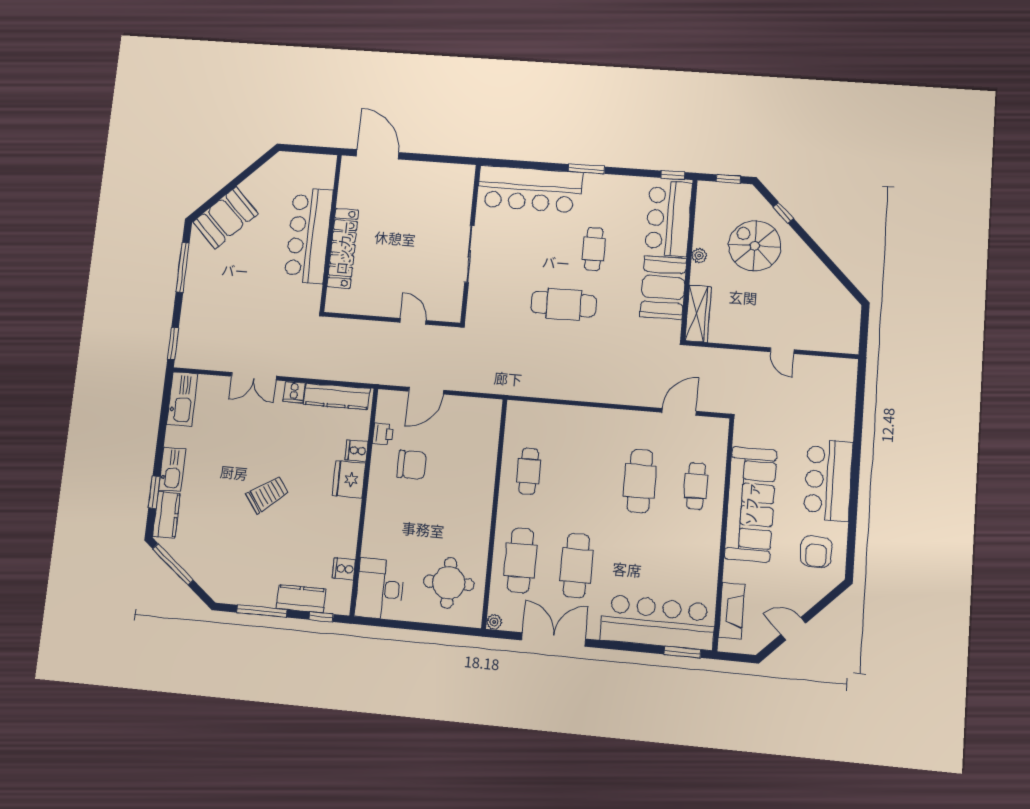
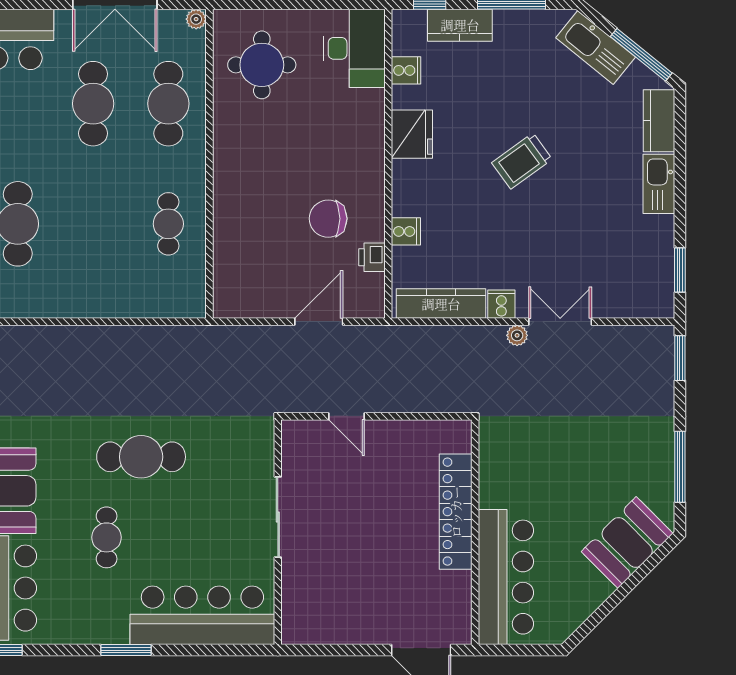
bar counter: (309, 236) -> (506, 577), moved
plant: (285, 369) -> (517, 335), added
kitchen sink: (182, 399) -> (596, 47), moved, turned -51
fridge: (349, 479) -> (412, 134), moved
window: (154, 492) -> (680, 270), moved

